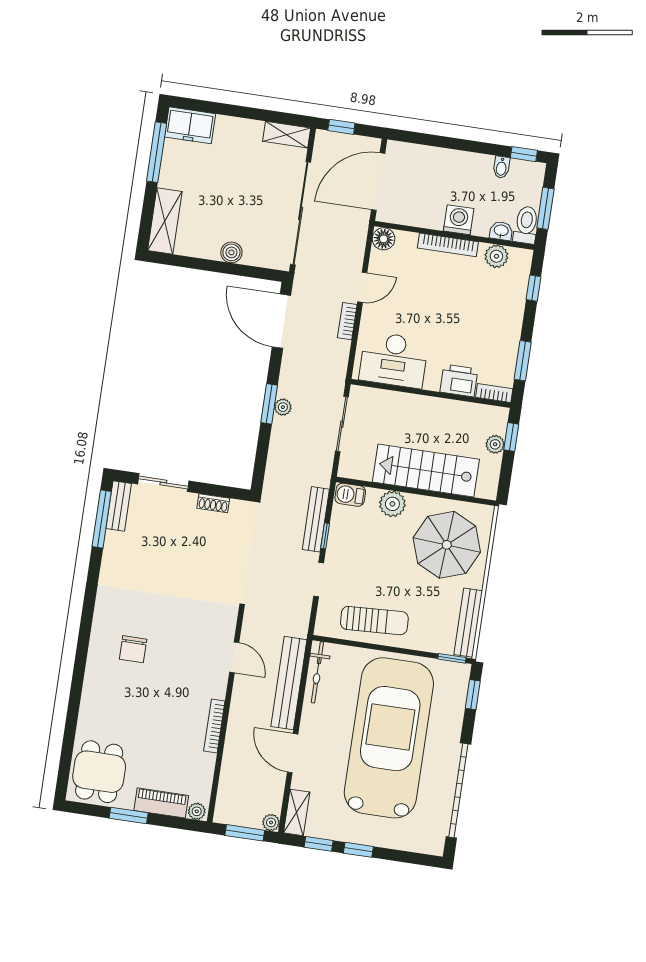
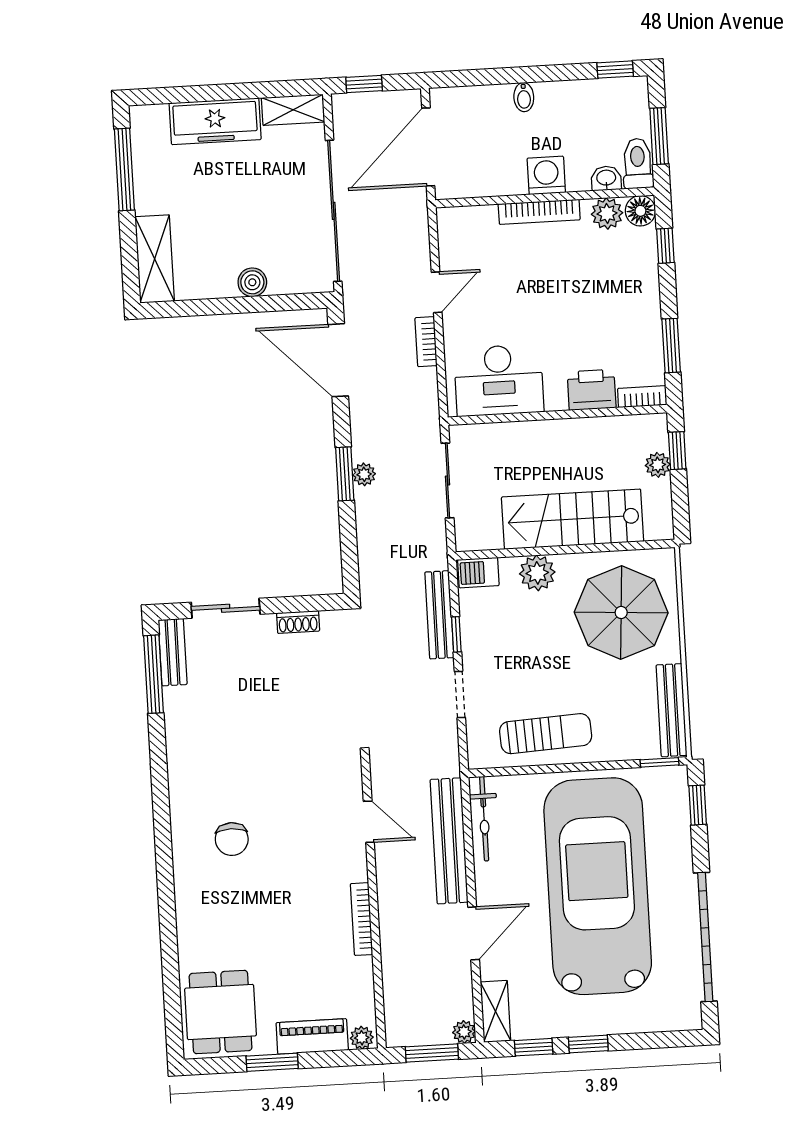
freezer: (190, 125) -> (215, 121), moved, width x1.40
bidet: (501, 167) -> (524, 97), moved
floor lamp: (384, 239) -> (640, 211), moved
door: (293, 753) -> (474, 933), swing flipped

